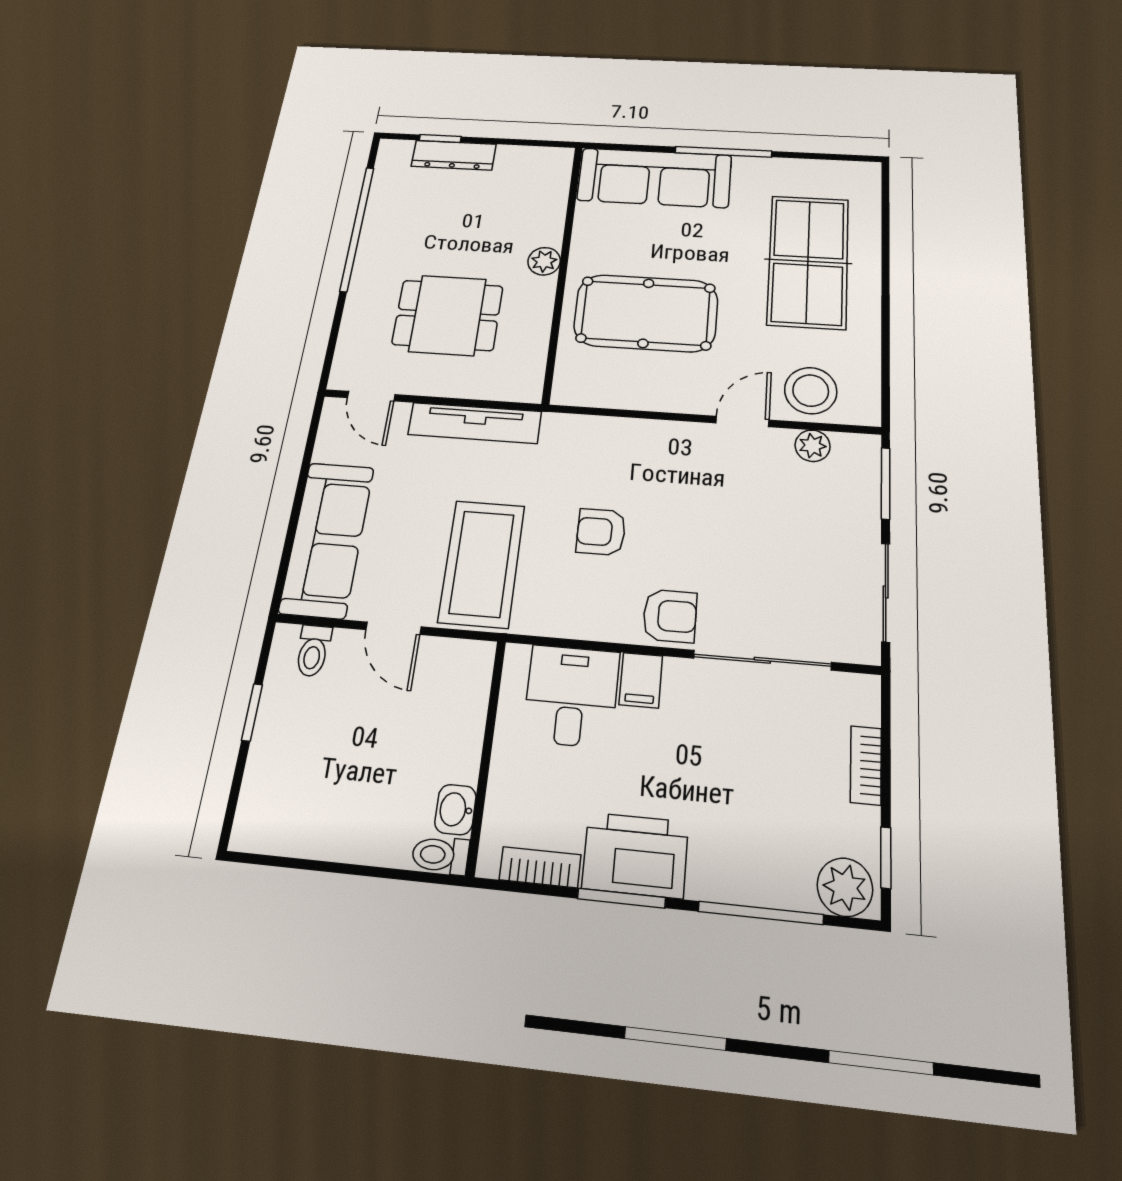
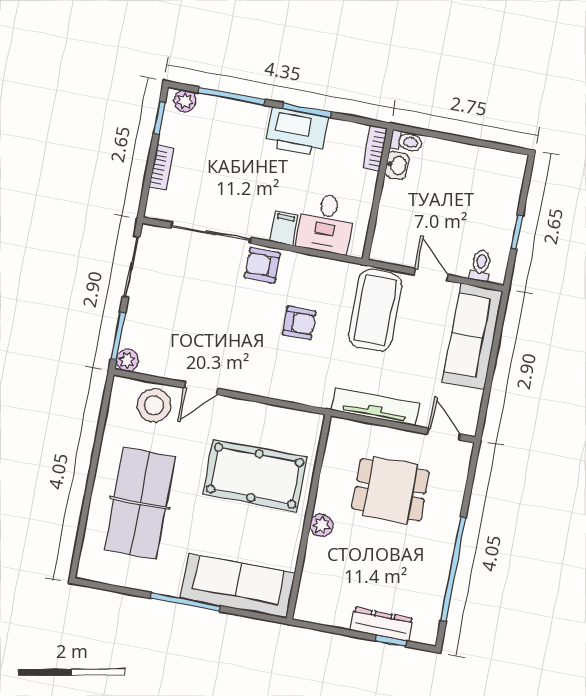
plant: (813, 446) -> (127, 360), moved
bookcase: (540, 867) -> (375, 148), moved, turned 90
plant: (845, 887) -> (185, 101), width x0.73, depth x0.73

